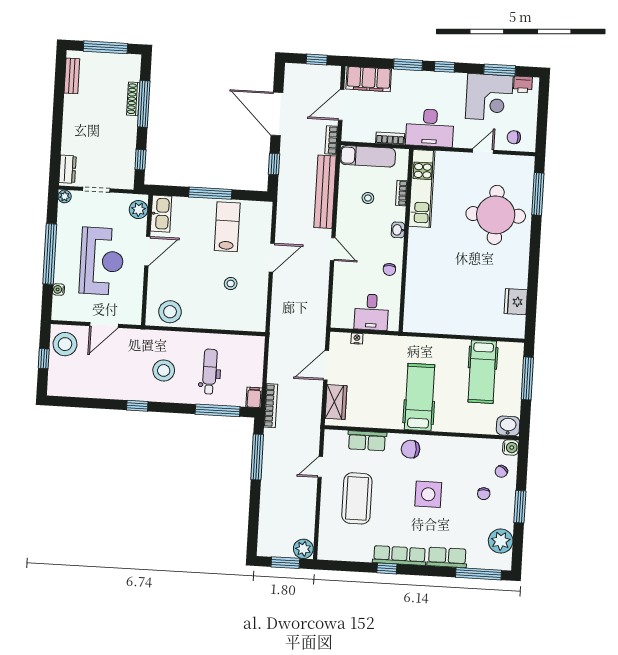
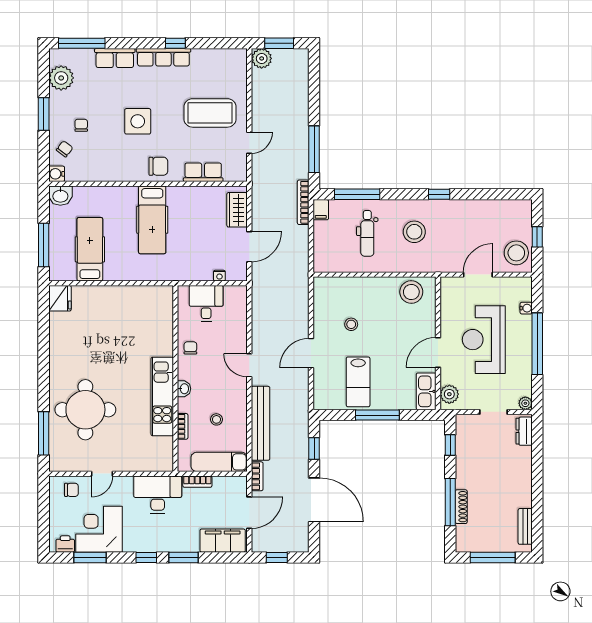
kitchen unit: (422, 189) -> (162, 396), moved
fridge: (516, 302) -> (60, 298), moved
coffee table: (357, 498) -> (210, 113), turned 90

